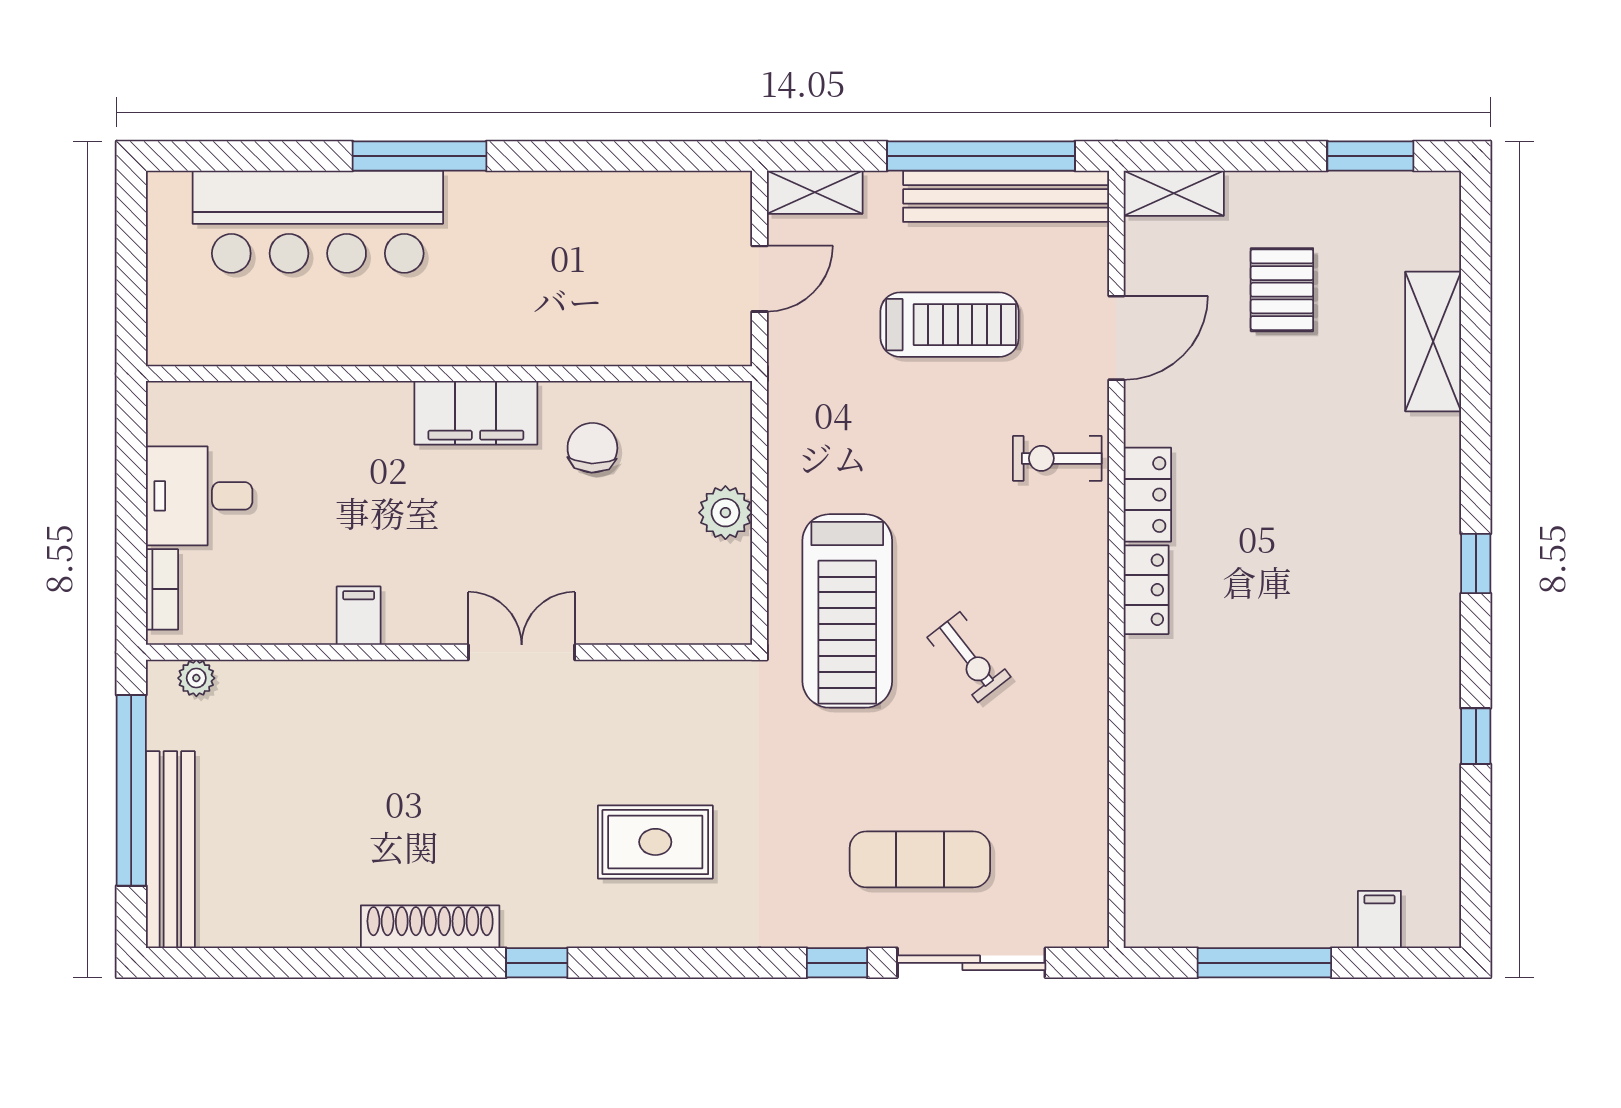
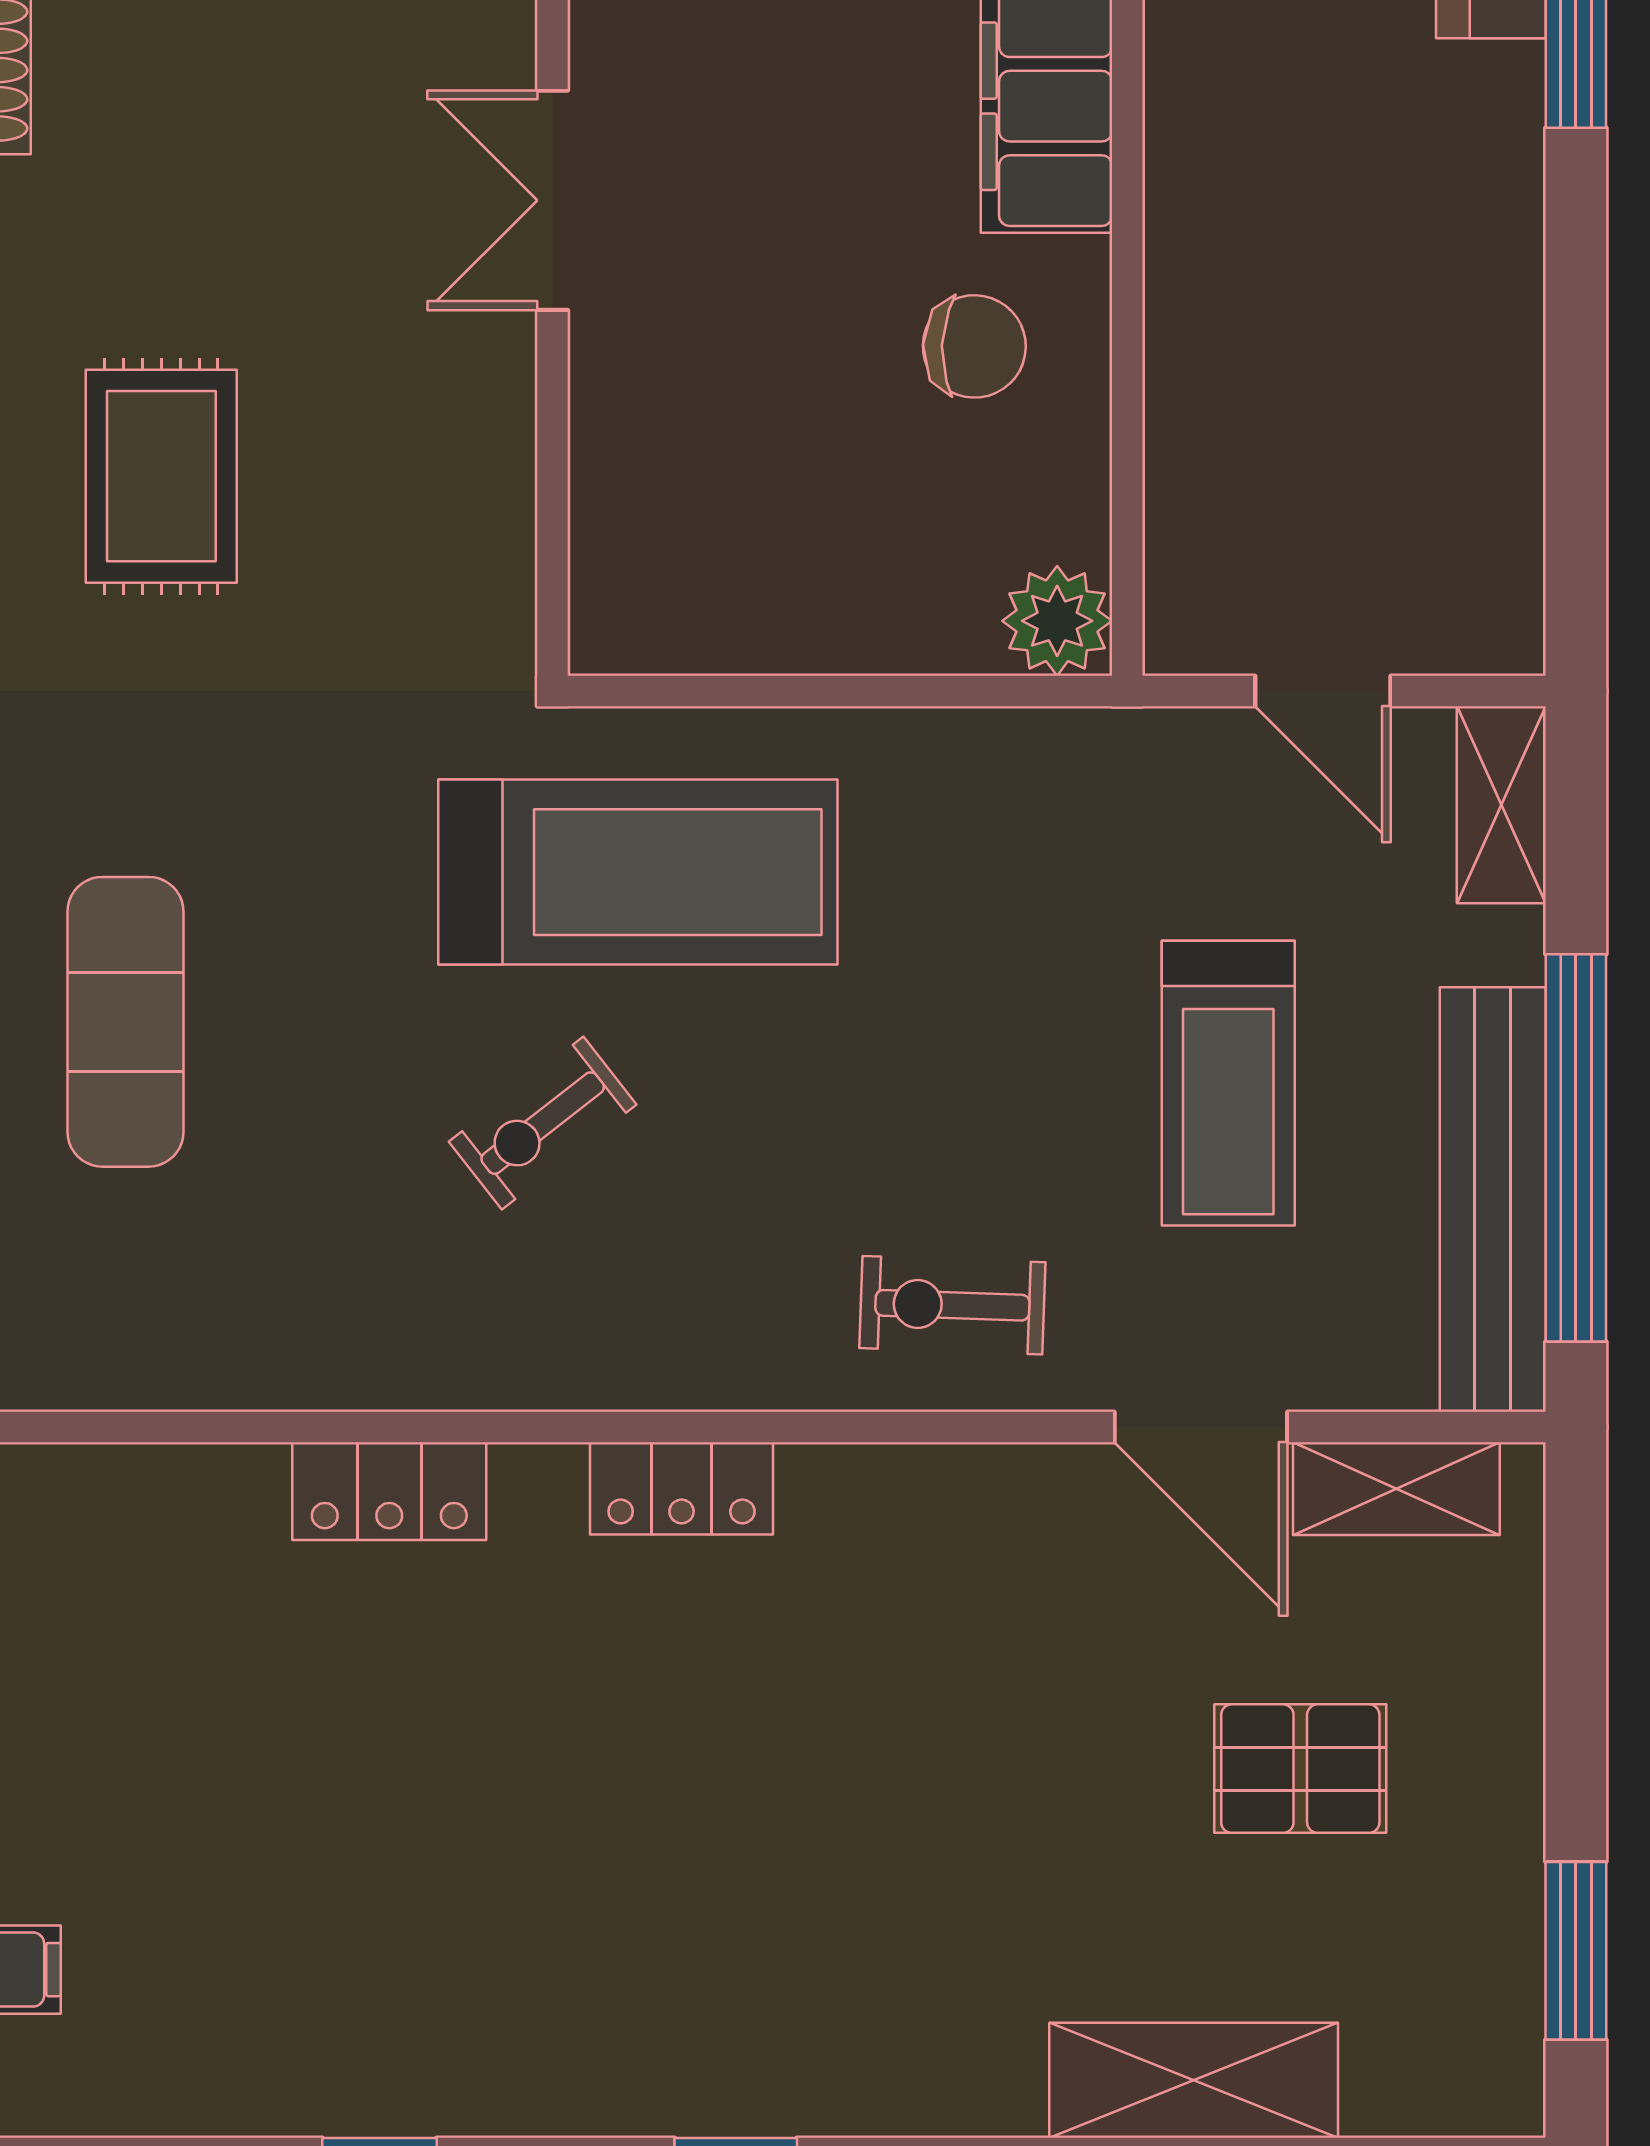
shelving: (1174, 193) -> (1396, 1489), moved, turned 90
exercise bike: (1057, 458) -> (952, 1305), turned -88
locker: (1147, 495) -> (389, 1491), moved
plant: (725, 513) -> (1057, 621), moved
treadmill: (847, 611) -> (638, 872), turned 180
double door: (522, 652) -> (552, 200), swing flipped

